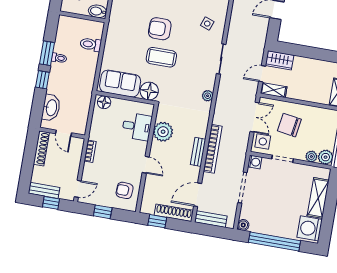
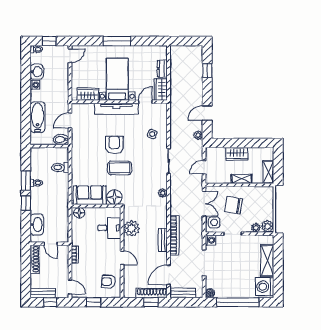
armchair: (160, 29) -> (114, 145), turned 90
plant: (262, 34) -> (198, 135), added
wardrobe: (279, 60) -> (237, 154), moved
shelving: (274, 90) -> (242, 179), moved
door: (78, 189) -> (70, 287), hinge flipped
window: (157, 221) -> (151, 302), moved

